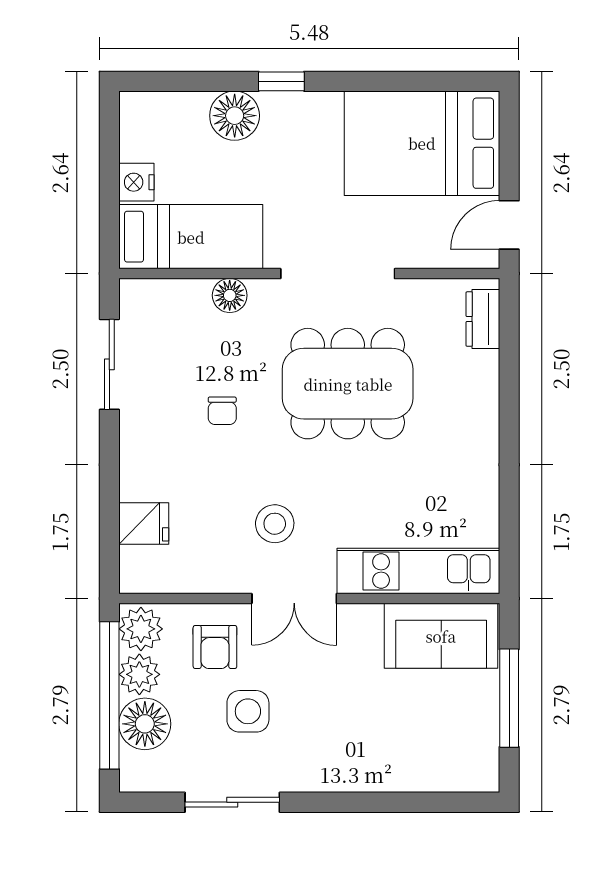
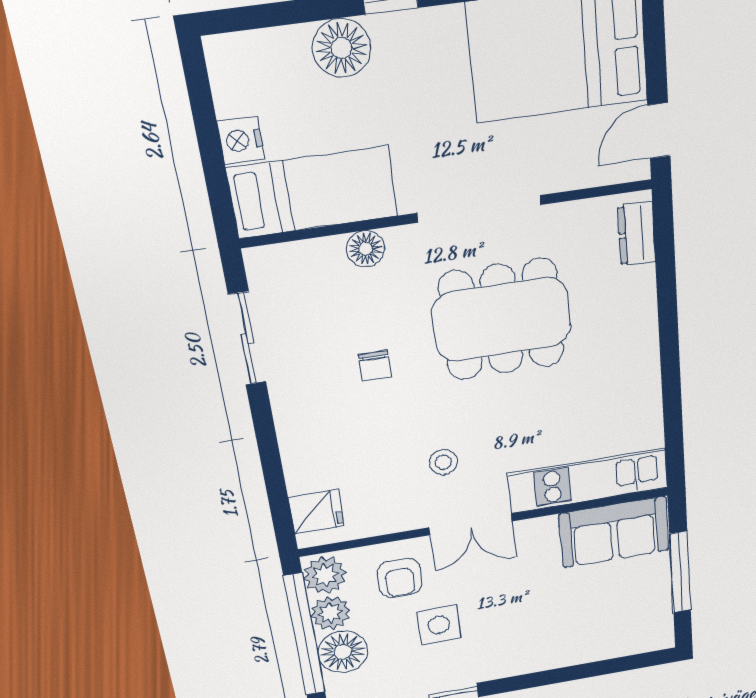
fridge: (144, 523) -> (316, 512), moved
stool: (275, 524) -> (443, 462), width x0.73, depth x0.73

